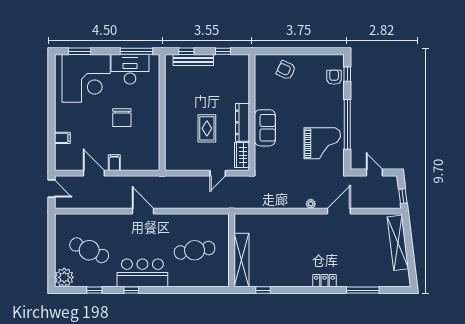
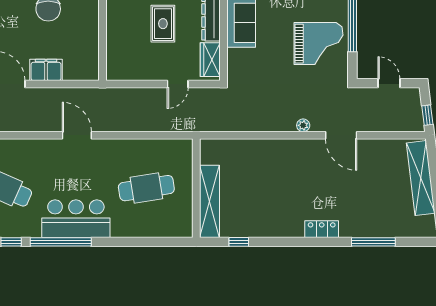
filing cabinet: (114, 163) -> (46, 70), width x2.00
door: (339, 211) -> (341, 135), swing flipped
window: (131, 290) -> (61, 242), width x3.17

